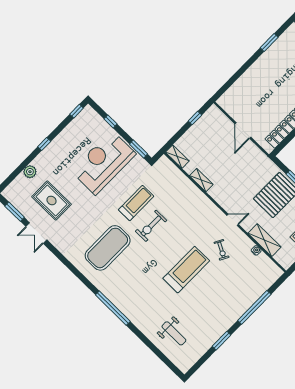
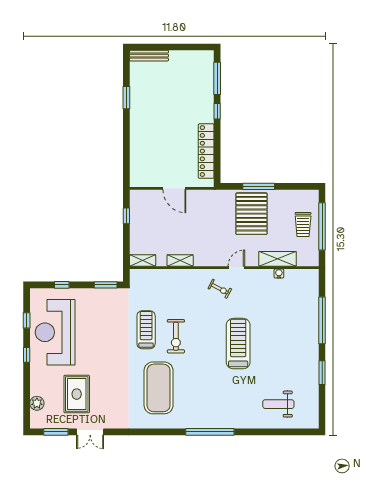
window: (77, 111) -> (27, 320), moved
reception desk: (103, 163) -> (55, 332), moved
plant: (30, 172) -> (37, 403), moved
rug: (52, 200) -> (77, 394), turned 90
exercise bike: (221, 250) -> (220, 289), moved
weight bench: (174, 333) -> (278, 404), turned 180

